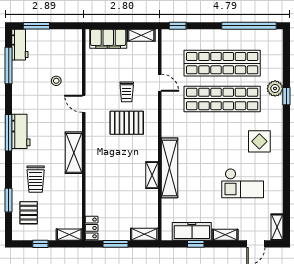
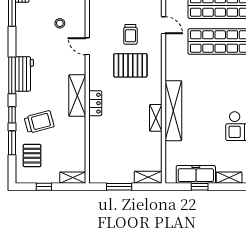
window: (9, 172) -> (12, 115), added
trolley: (36, 179) -> (39, 122), turned -105
locker: (92, 228) -> (95, 103), moved

